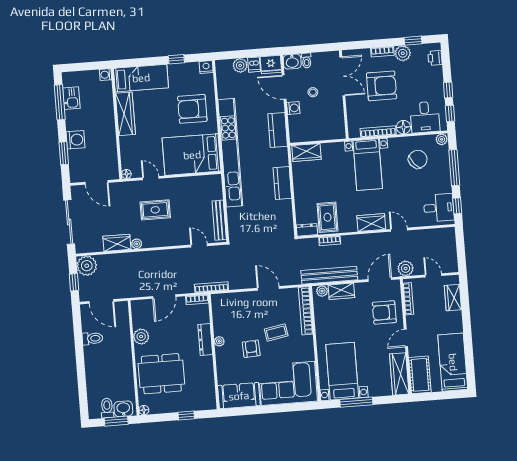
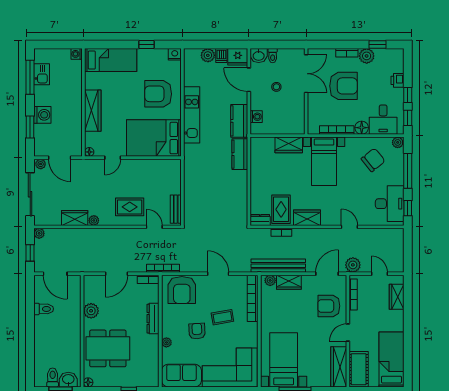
printer: (435, 58) -> (397, 80), moved
washing machine: (293, 108) -> (256, 117), moved
wardrobe: (125, 114) -> (93, 111), moved
wardrobe: (306, 152) -> (289, 145), moved
kitchen unit: (230, 153) -> (192, 115), width x0.54
door: (151, 178) -> (113, 158), swing flipped
kitchen counter: (282, 183) -> (240, 154), moved
plant: (78, 190) -> (41, 164), added
desk: (439, 208) -> (390, 204), width x1.37
rug: (155, 210) -> (130, 207), moved
bench: (219, 220) -> (176, 209), width x0.73
wardrobe: (371, 222) -> (307, 218), moved
plant: (87, 266) -> (39, 233), width x0.53, depth x0.53
armchair: (232, 308) -> (182, 290), added
plant: (219, 341) -> (166, 342), moved

